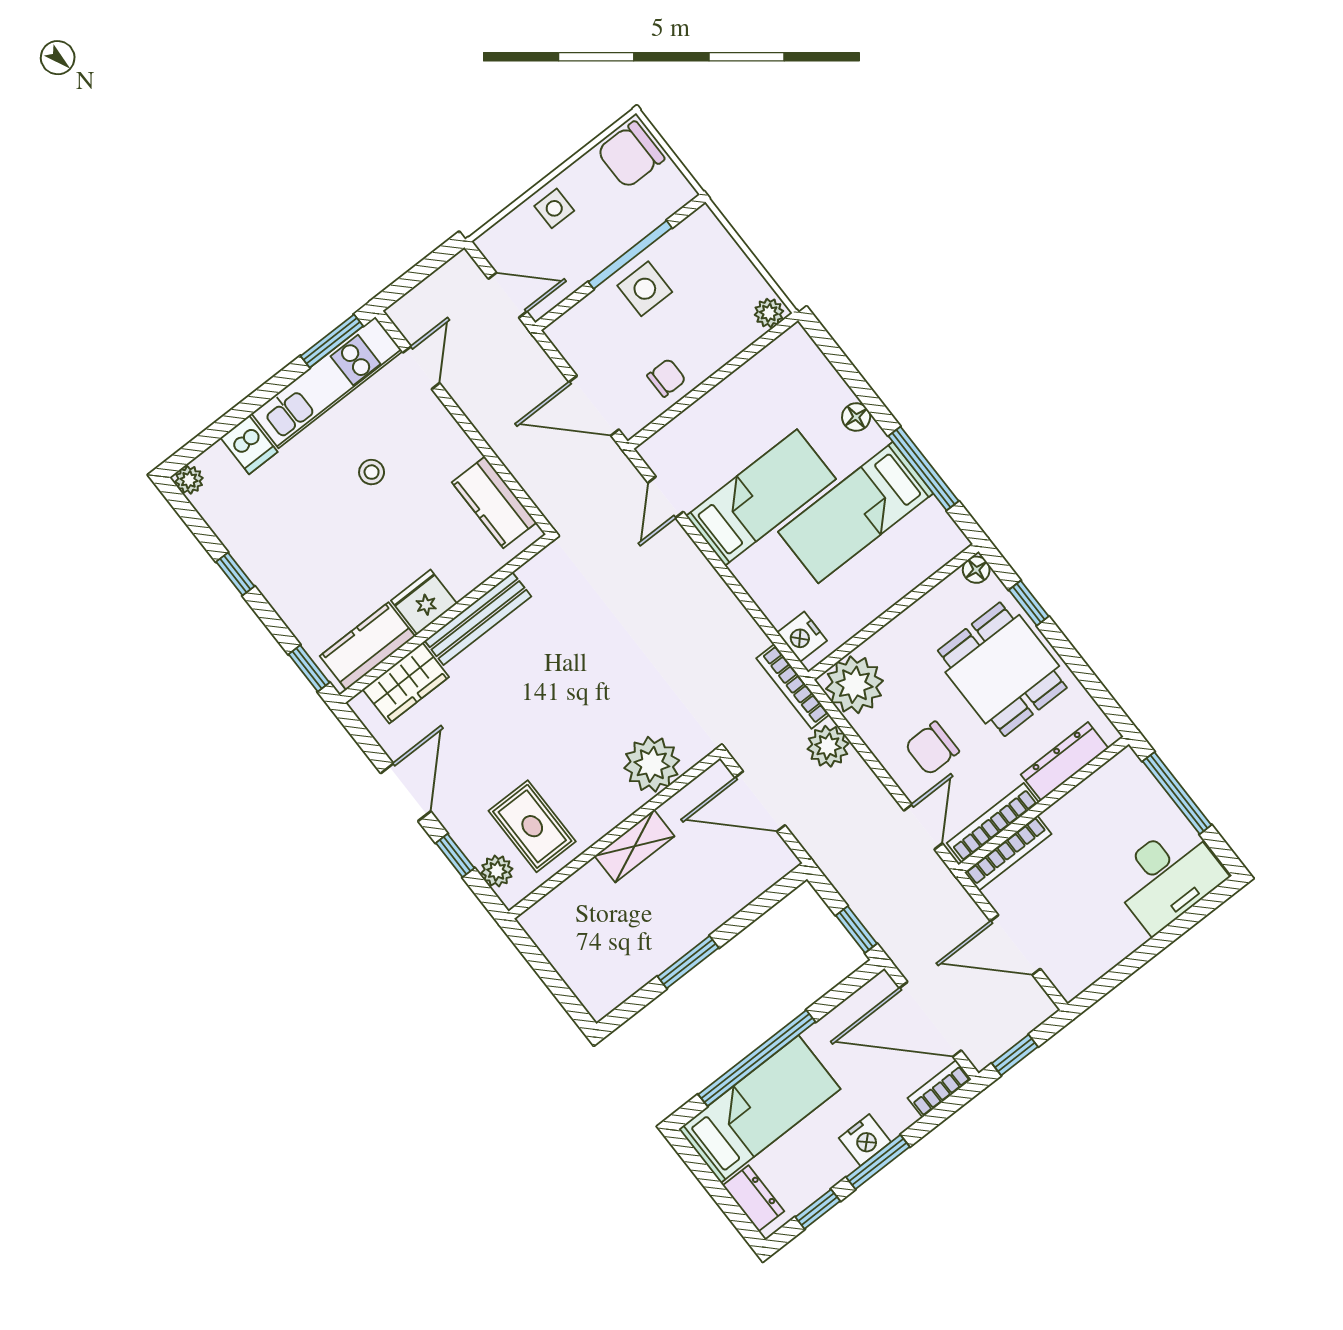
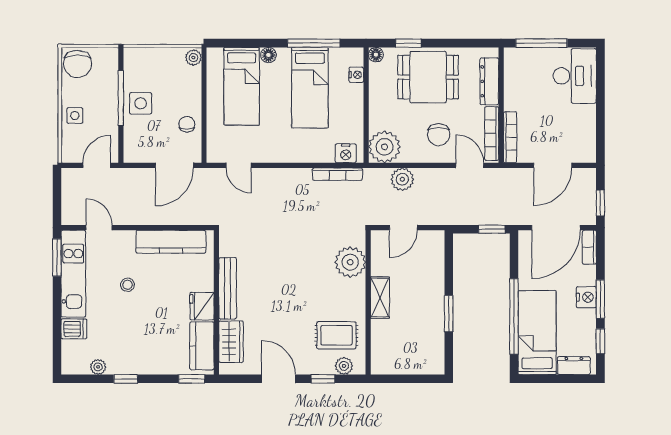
plant: (189, 480) -> (98, 367), moved
bed: (761, 498) -> (242, 86), moved, turned 180
kitchen counter: (494, 502) -> (171, 242), width x1.50
nightstand: (926, 564) -> (356, 75), added
bookcase: (793, 686) -> (337, 174), moved
door: (760, 801) -> (403, 228), width x0.73

